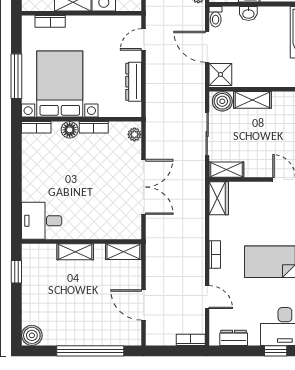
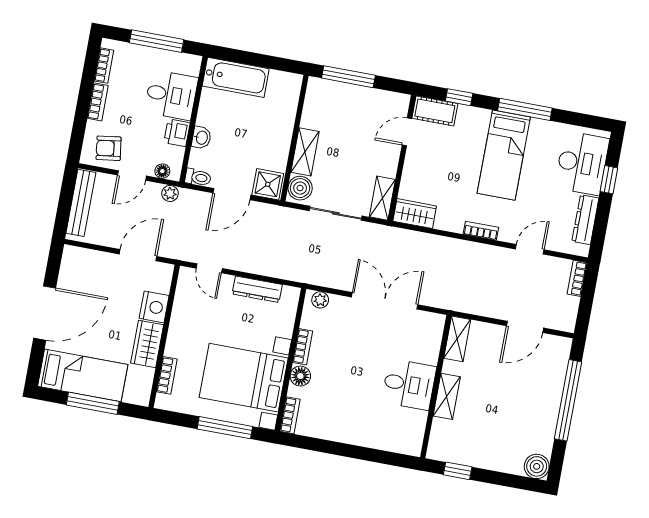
desk: (42, 221) -> (409, 384), moved, turned -90
dresser: (234, 338) -> (585, 220), width x1.44

